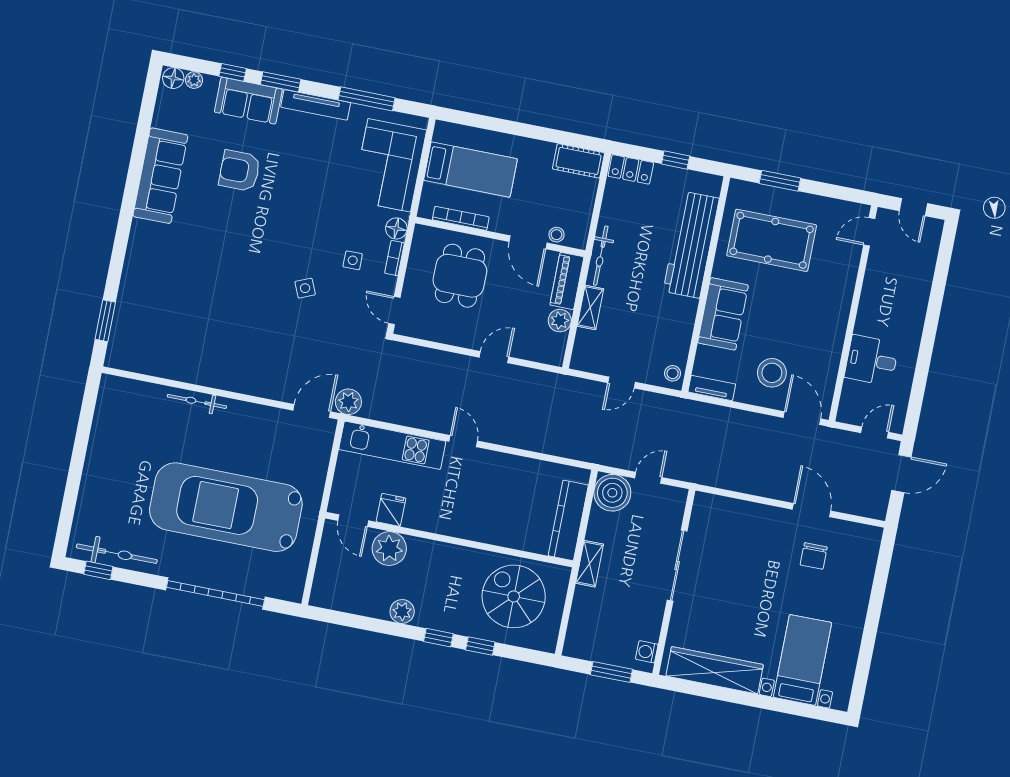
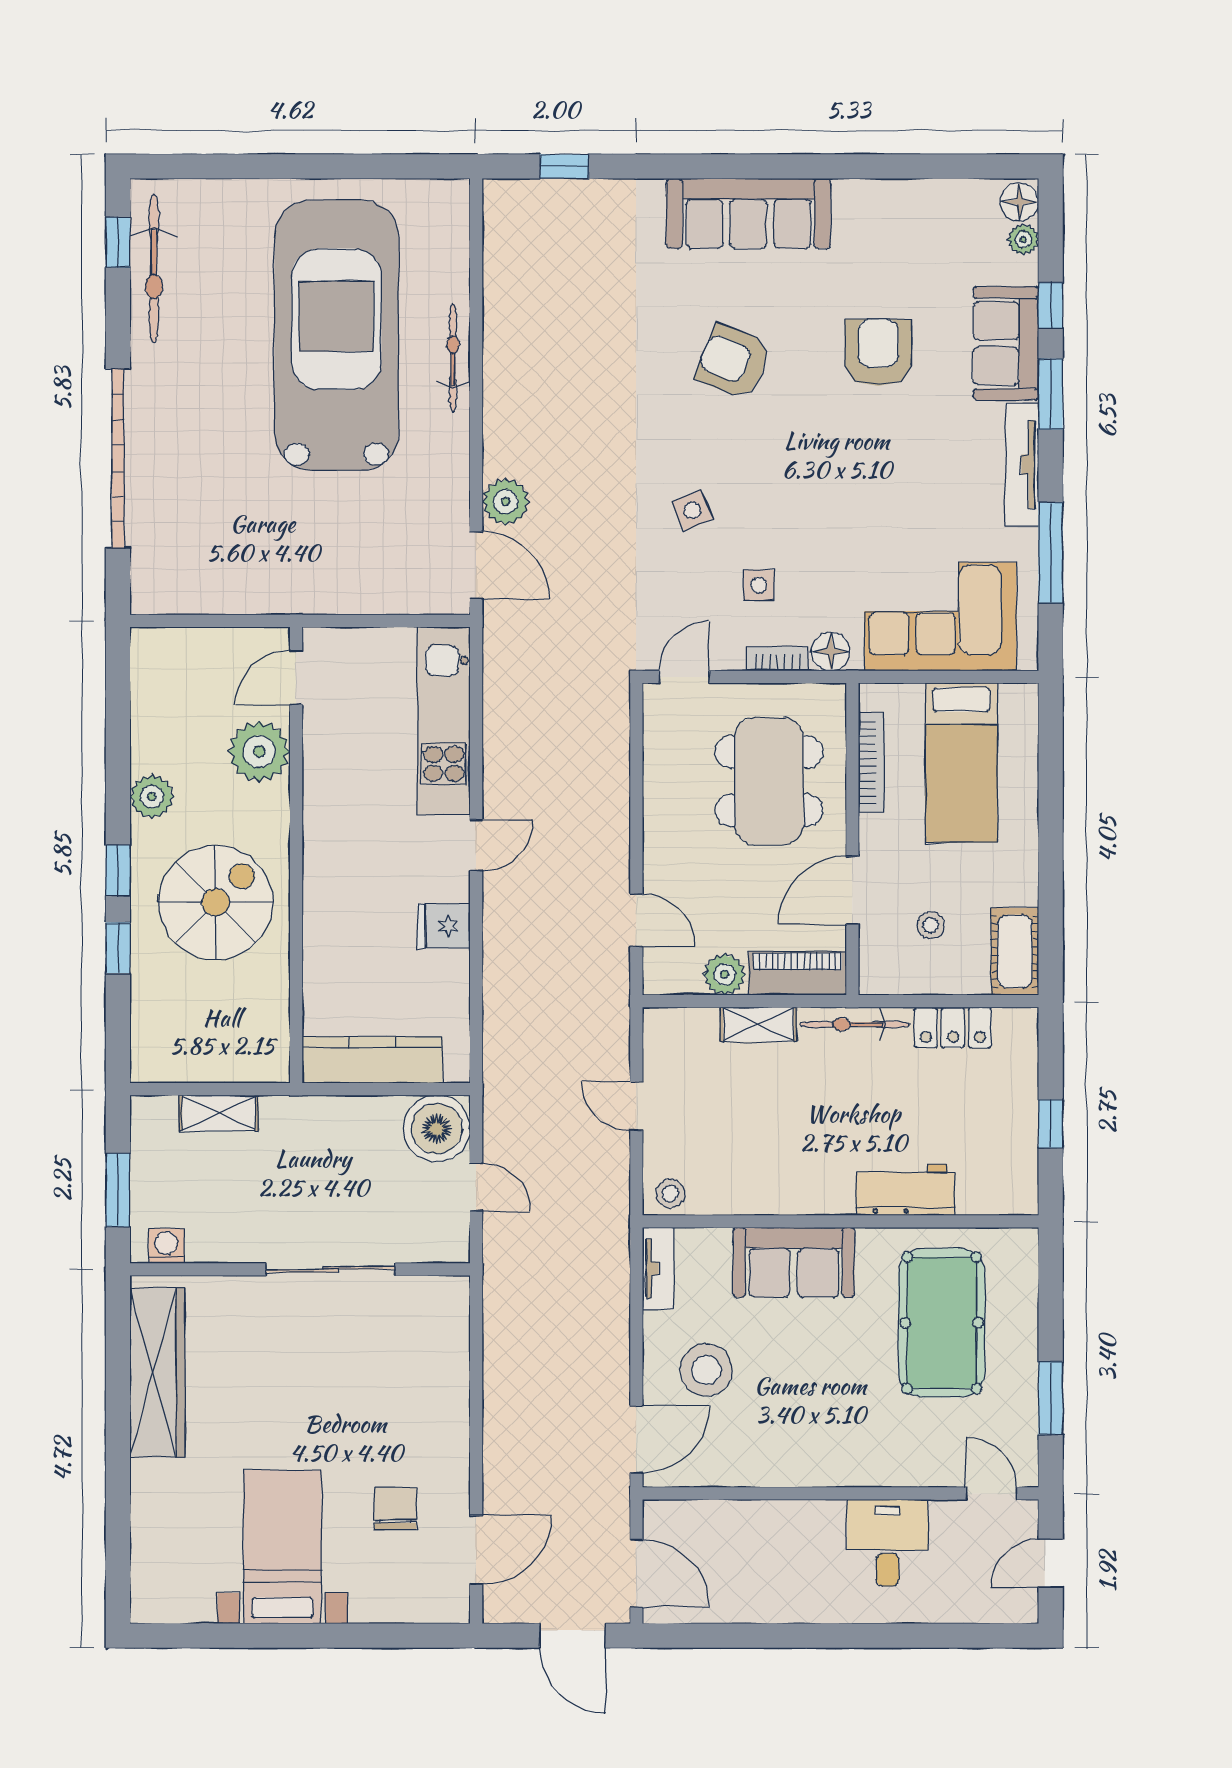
locker: (631, 169) -> (953, 1028), moved, turned -90
sofa: (160, 176) -> (748, 213), moved
window: (780, 181) -> (1051, 1398), moved
stool: (557, 235) -> (931, 925), moved
workbench: (691, 245) -> (906, 1190), width x0.53, depth x0.76
armchair: (229, 250) -> (734, 362), added
dining table: (460, 276) -> (769, 781), width x1.38
window: (105, 321) -> (564, 166), width x0.67
door: (494, 357) -> (636, 920), moved
desk: (872, 360) -> (888, 1543), moved
plant: (348, 402) -> (506, 502), moved
door: (875, 432) -> (636, 1574), width x1.38
car: (226, 507) -> (336, 335), moved
fridge: (391, 510) -> (444, 926), moved, turned 180
door: (812, 510) -> (476, 1550), moved
chair: (814, 556) -> (395, 1509), turned 90
shelving: (590, 564) -> (219, 1113), moved
spiral stairs: (514, 596) -> (216, 902), moved
bed with nightstands: (802, 660) -> (282, 1547), moved, turned -90

